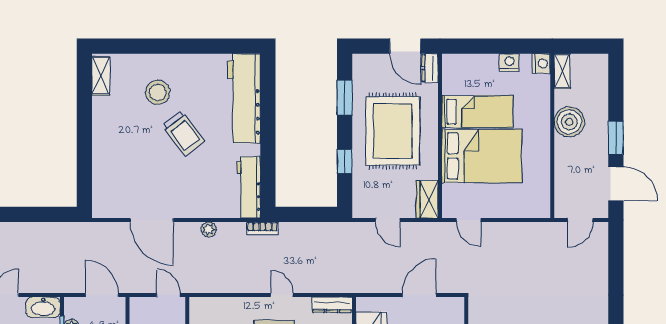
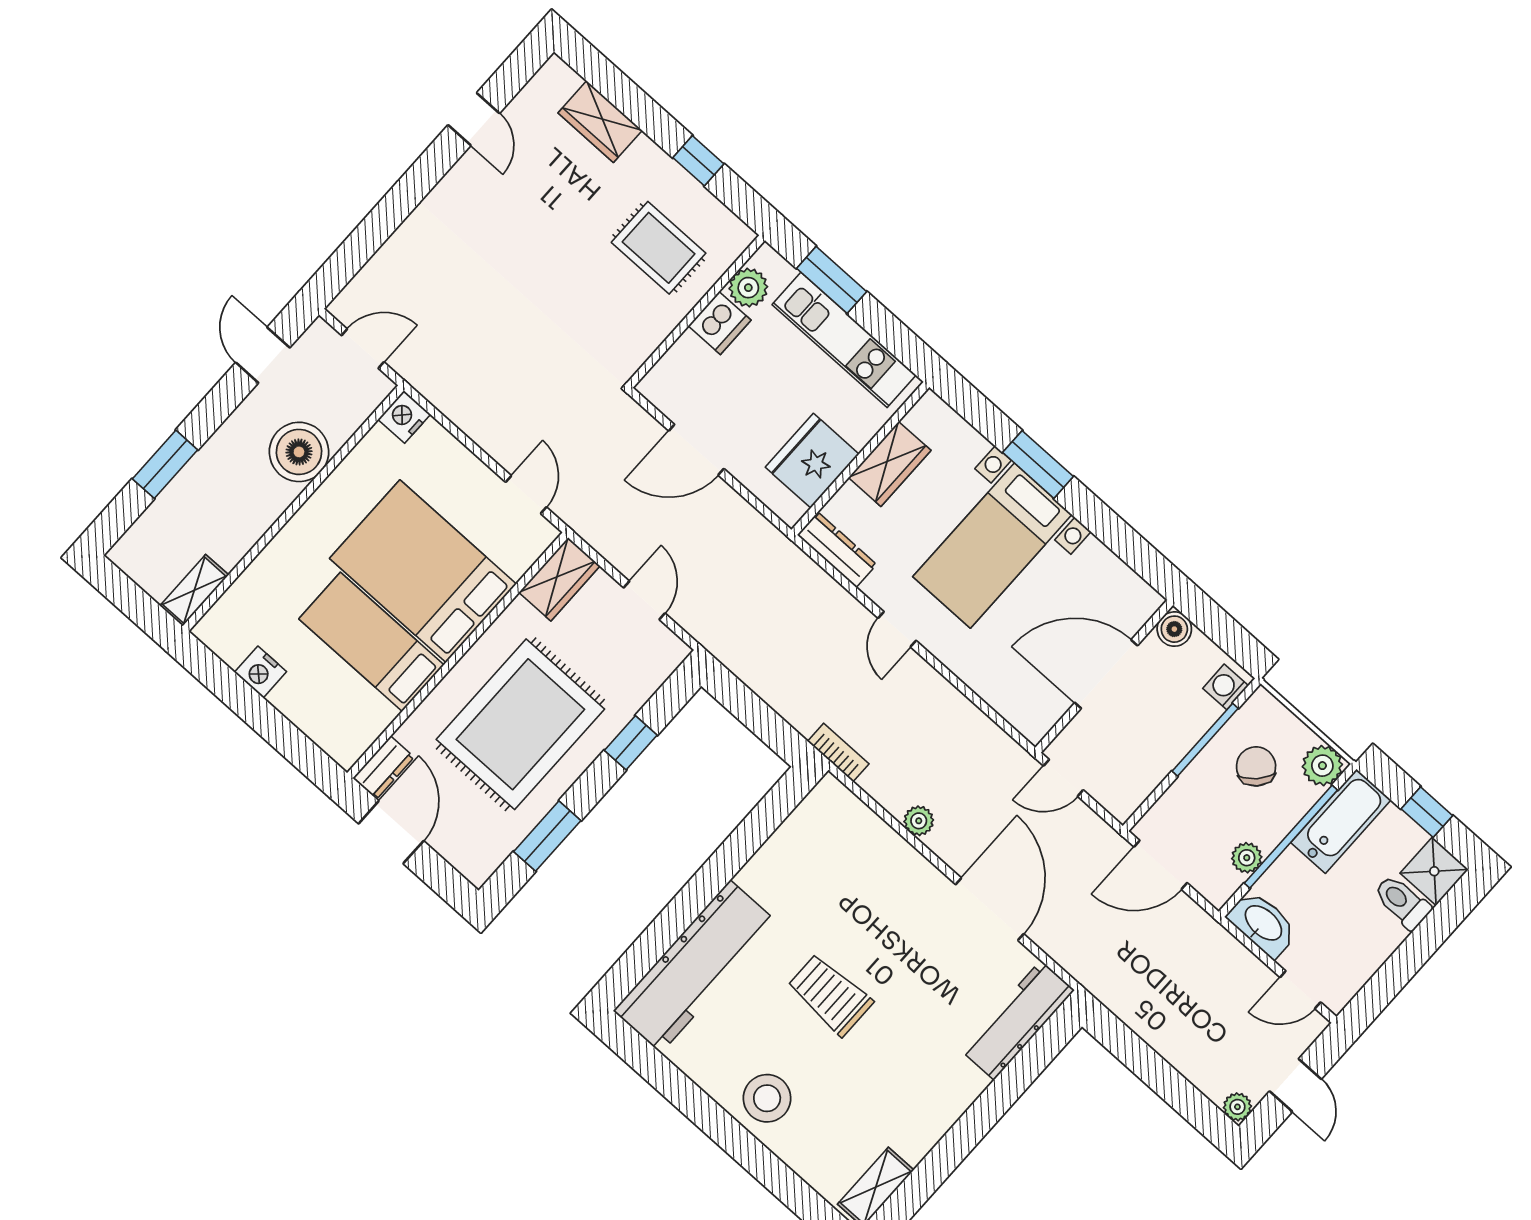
nightstand: (541, 63) -> (404, 417), moved
stool: (158, 92) -> (767, 1098), moved
boiler: (569, 122) -> (299, 452), moved
trolley: (183, 133) -> (830, 995), turned -53
window: (616, 138) -> (165, 464), moved
door: (616, 184) -> (263, 355), width x0.73
workbench: (249, 187) -> (1018, 1020), moved, turned 180
door: (102, 295) -> (1161, 865), hinge flipped
door: (168, 295) -> (1063, 778), hinge flipped

